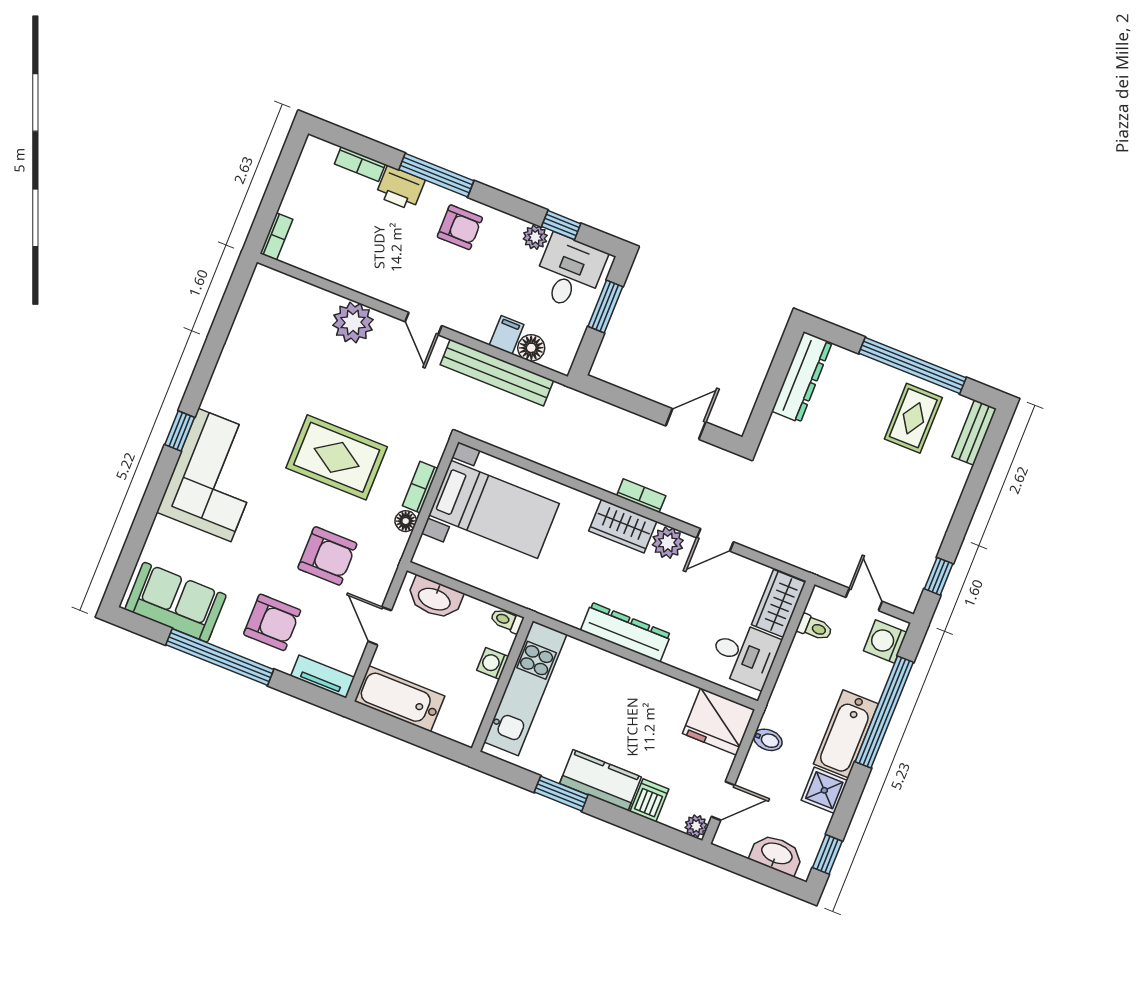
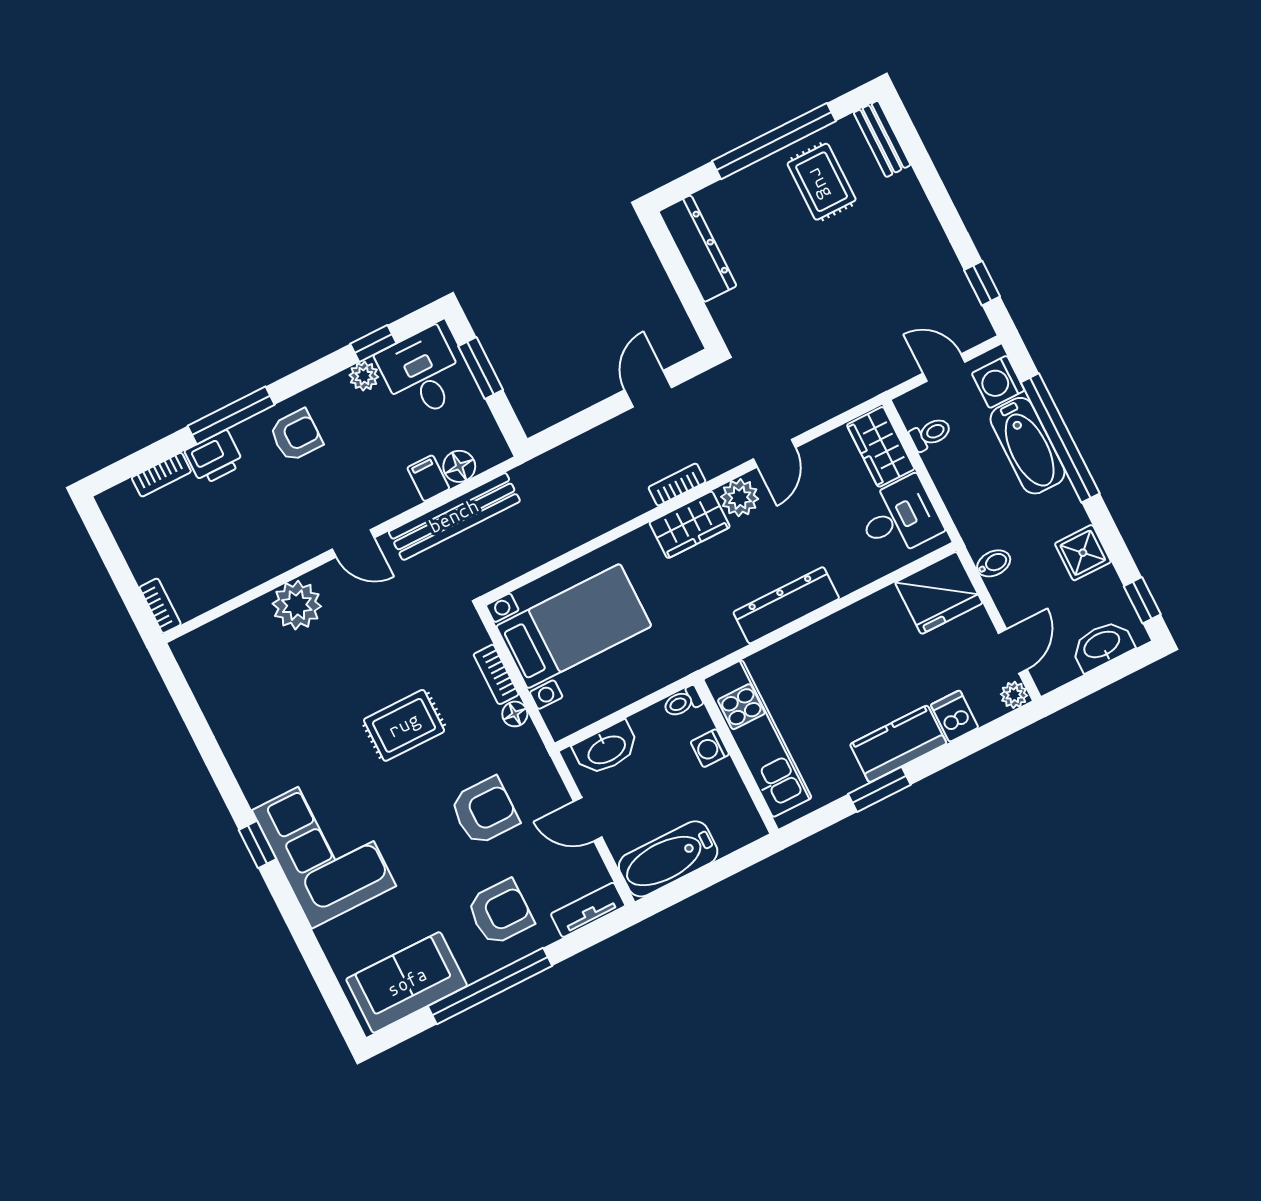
rug: (337, 457) -> (404, 725), width x0.73, depth x0.70
bathtub: (846, 734) -> (1028, 446), moved

